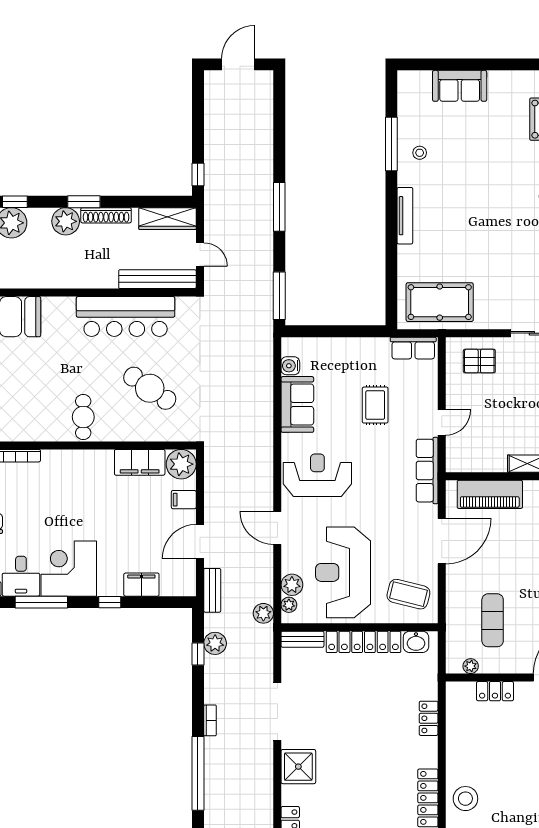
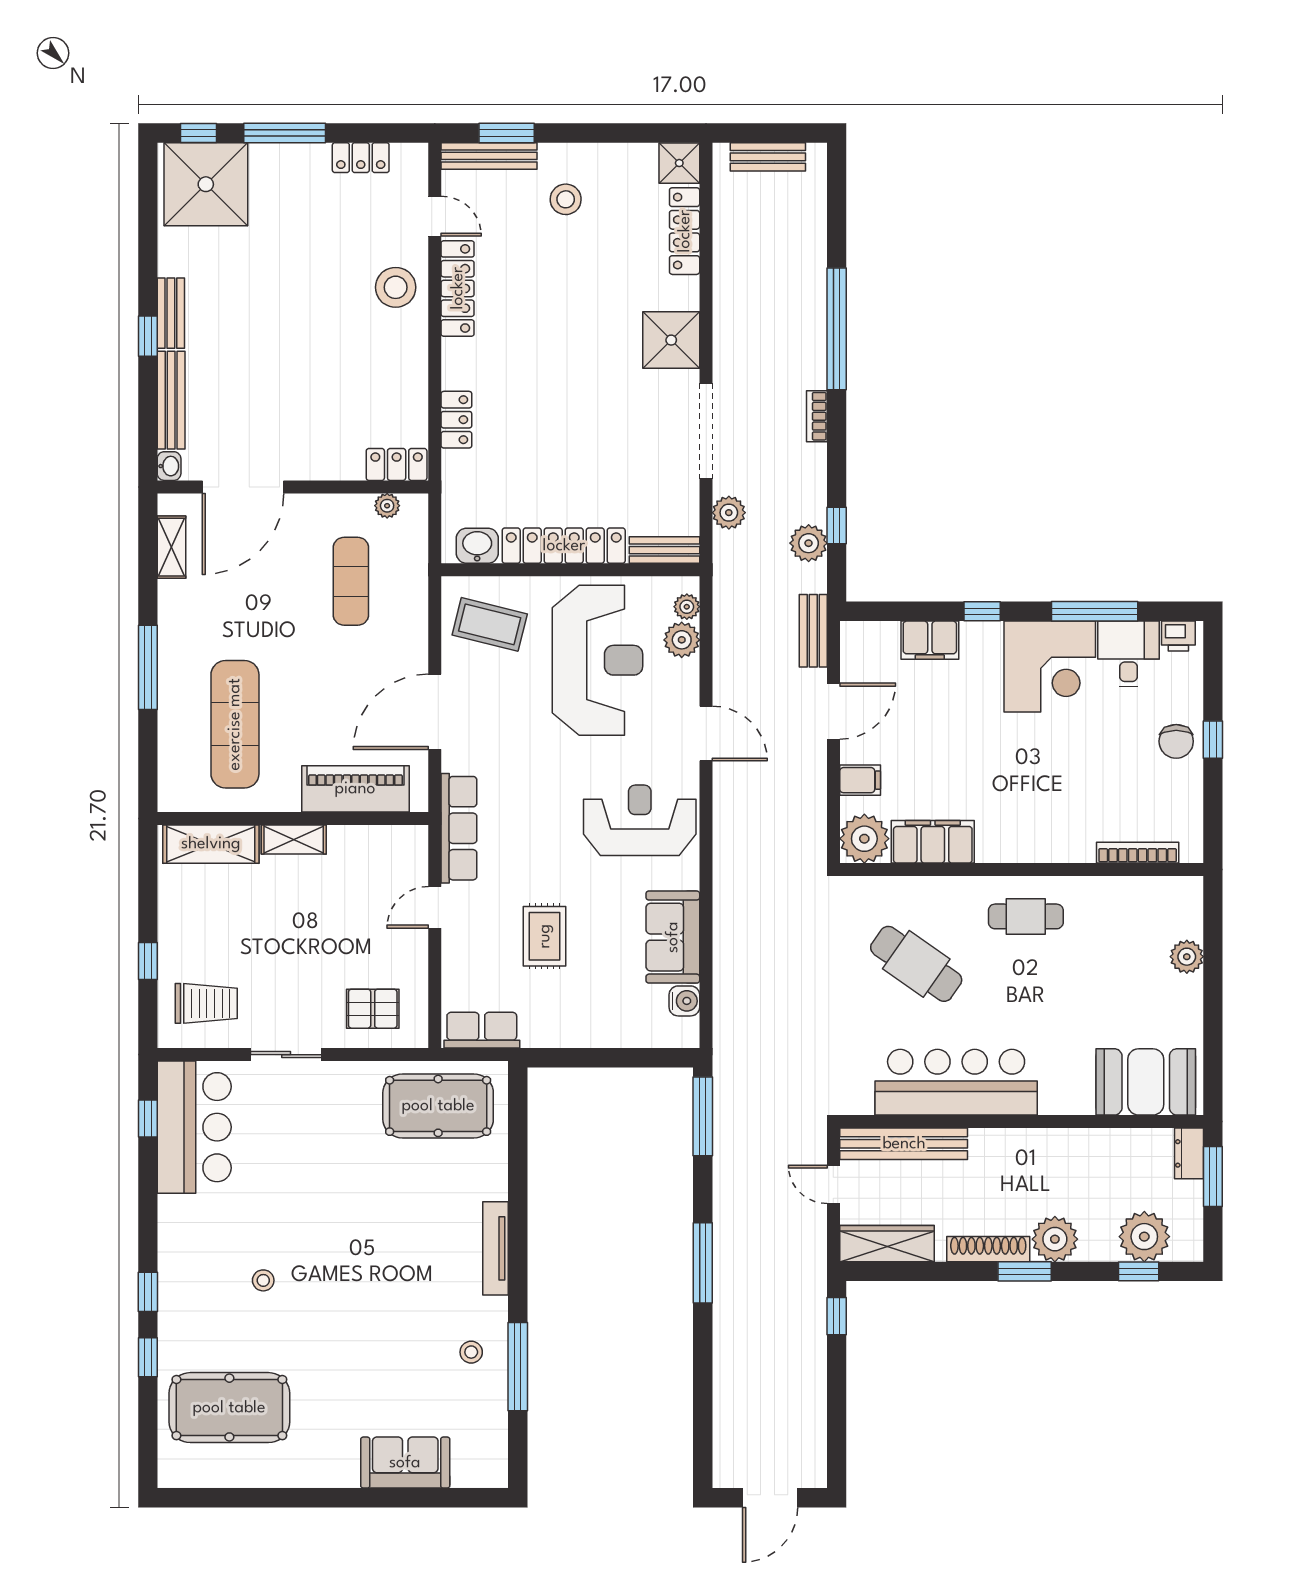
cafe table: (83, 417) -> (1026, 916), turned 90
reception desk: (317, 475) -> (640, 820), turned 180
plant: (263, 613) -> (729, 513), moved
locker: (495, 691) -> (397, 464), moved

